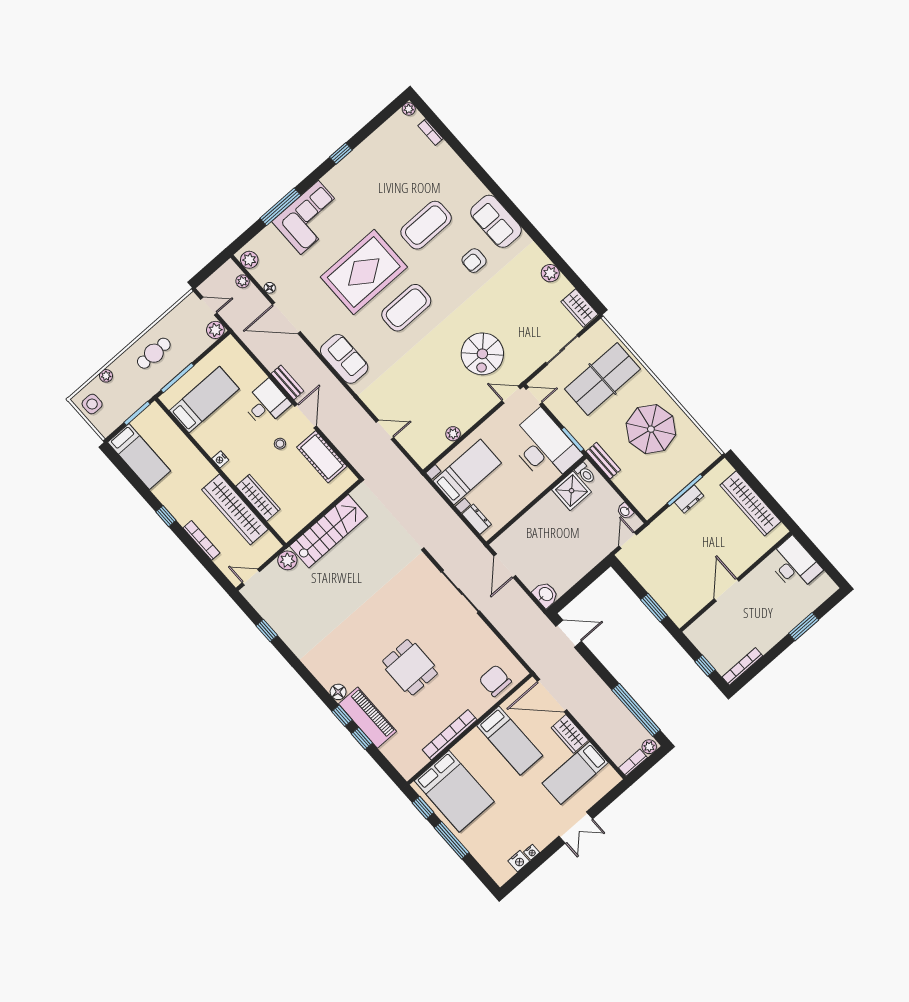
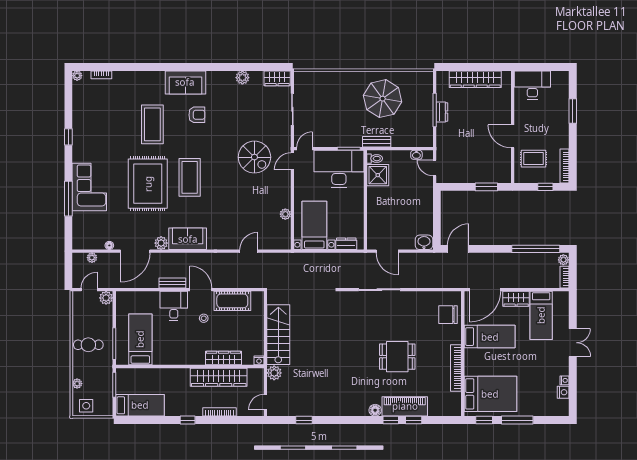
plant: (249, 260) -> (161, 243), moved
armchair: (474, 261) -> (197, 115), turned -90
cafe table: (154, 353) -> (88, 345), turned 90
table tennis table: (602, 379) -> (329, 101), removed
nightstand: (220, 459) -> (259, 360), moved
rug: (723, 630) -> (534, 159), added

